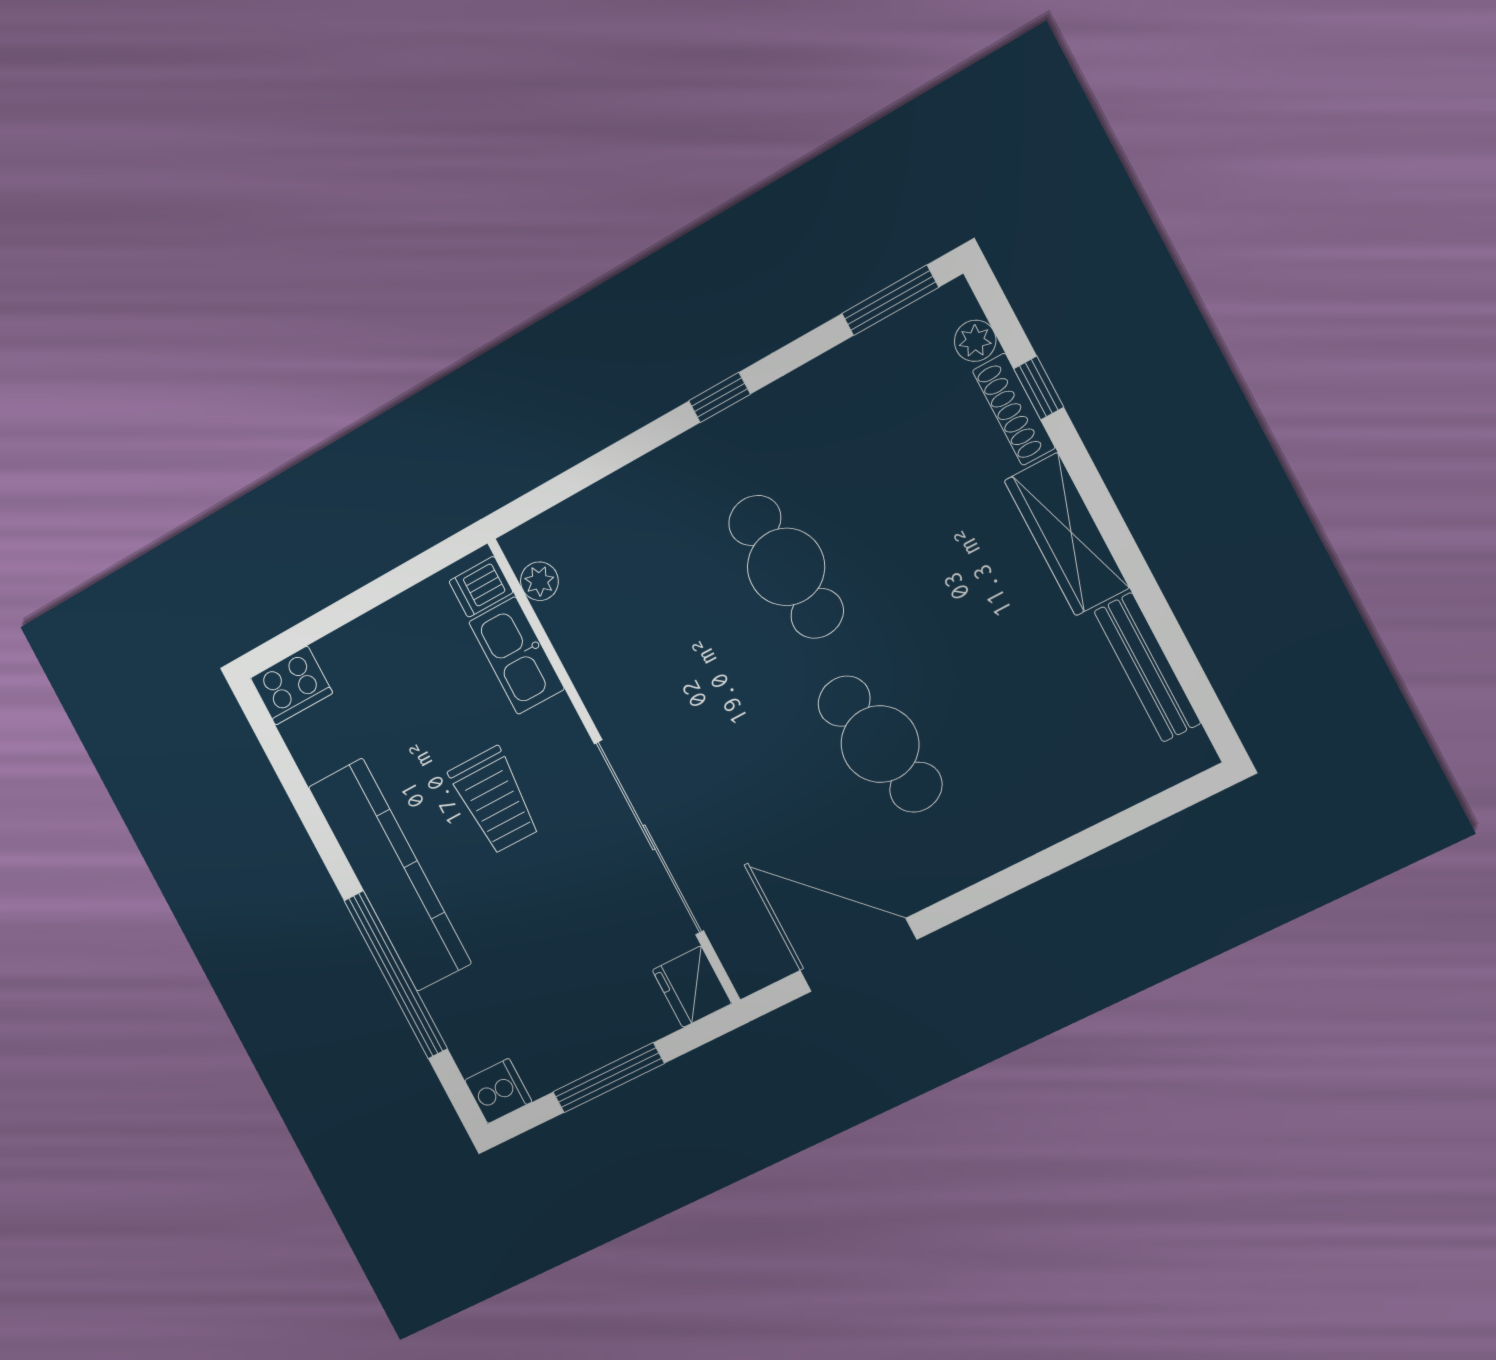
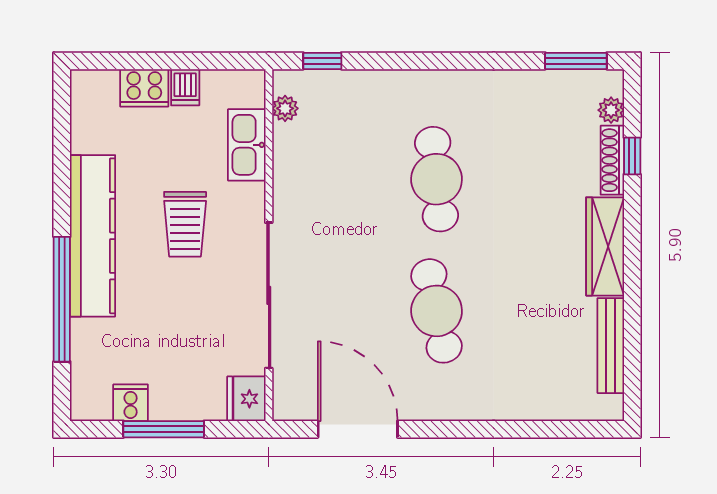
window: (719, 397) -> (322, 61), moved
dishwasher: (481, 587) -> (185, 87), moved, turned -90
cooker: (291, 686) -> (144, 88), moved
cooker: (498, 1091) -> (131, 403), moved, turned -90

